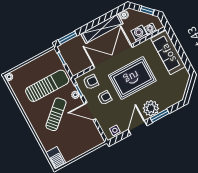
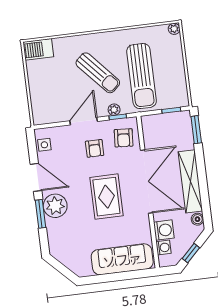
rug: (132, 78) -> (106, 197), width x0.73, depth x0.69

